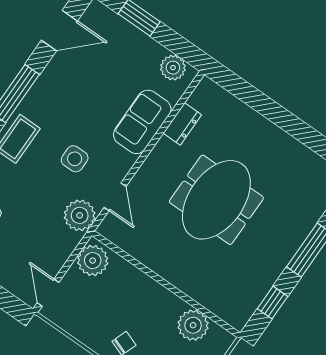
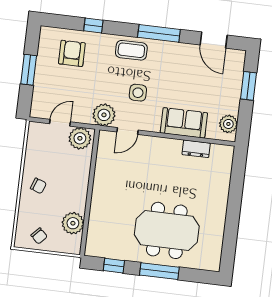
meeting table: (216, 200) -> (167, 230), moved
door: (48, 293) -> (60, 123), moved

